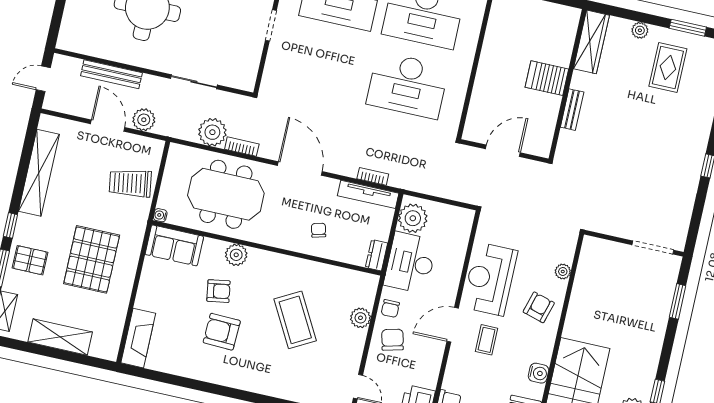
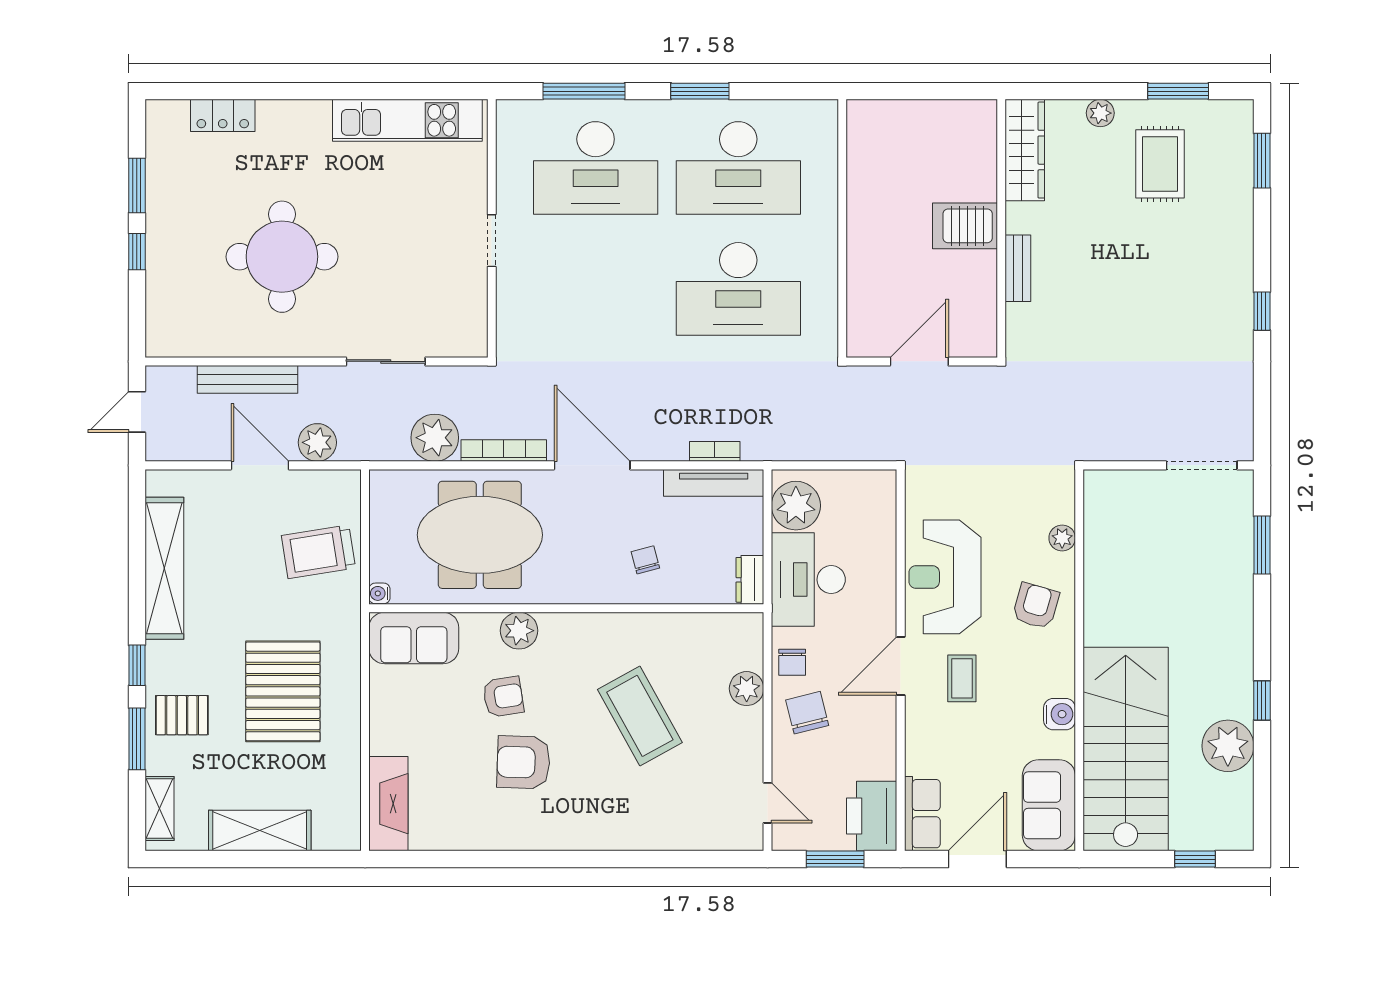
bookcase: (242, 147) -> (504, 451), width x1.56

